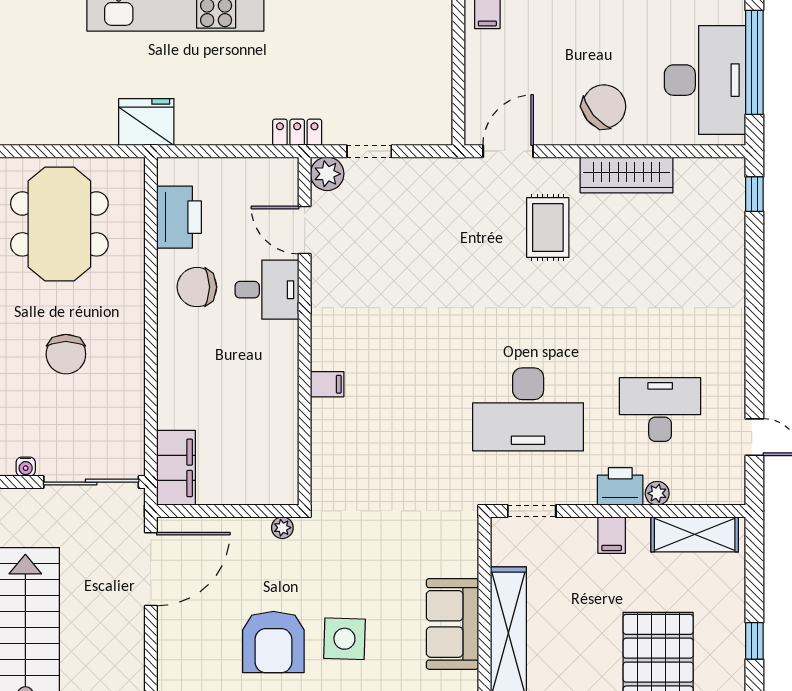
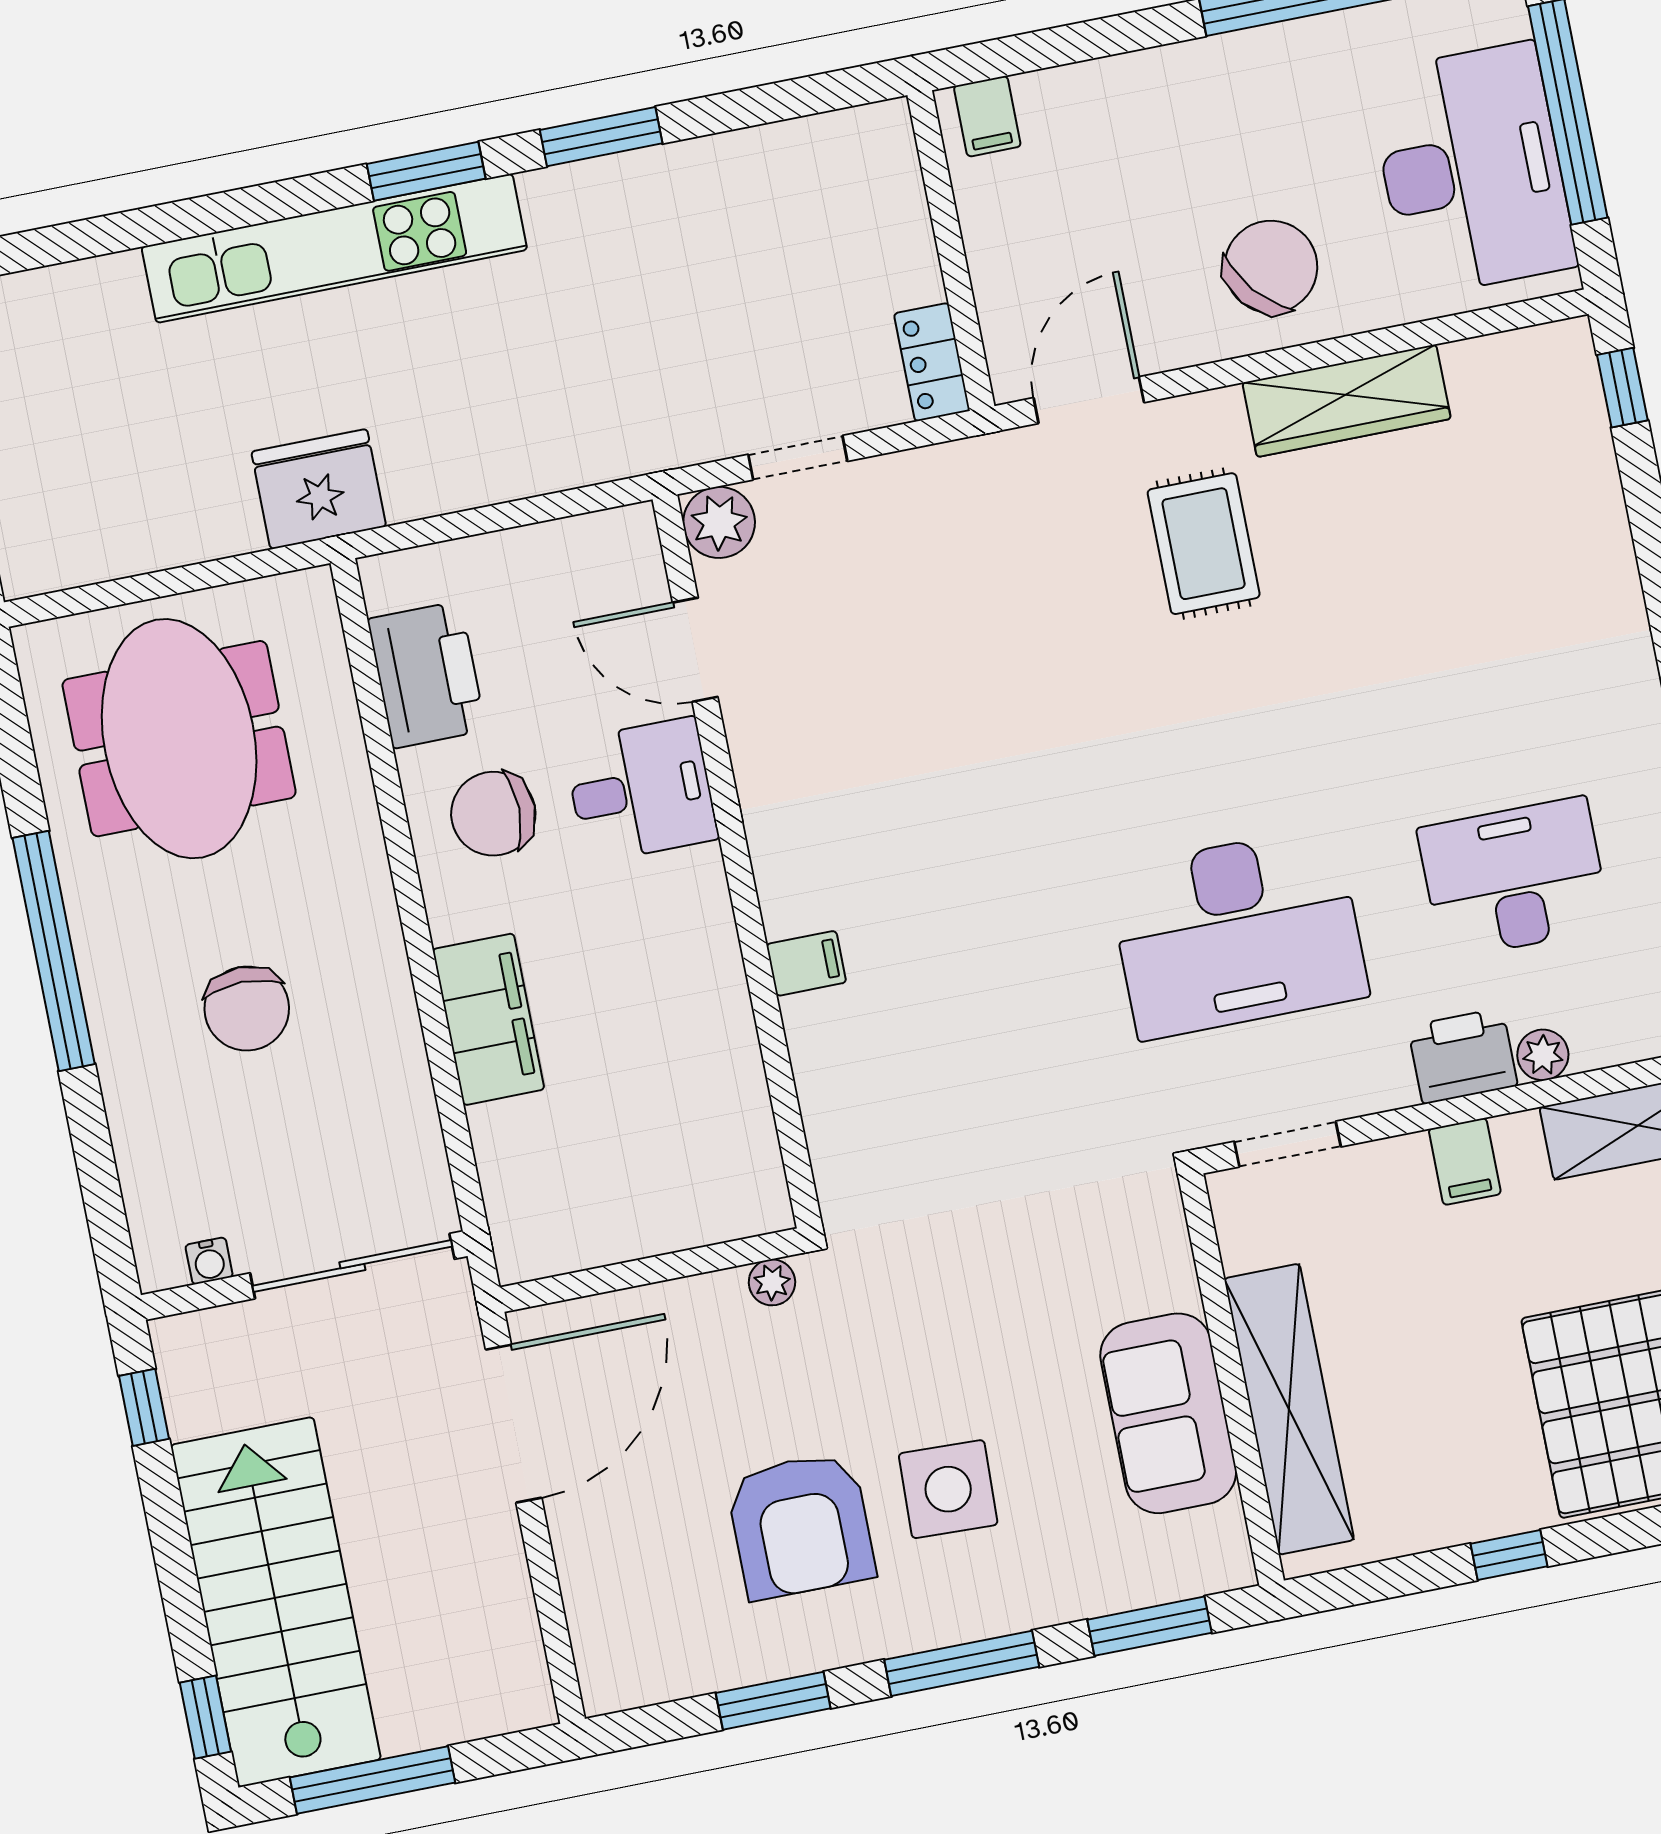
locker: (297, 132) -> (932, 362), moved, turned -90
filing cabinet: (176, 468) -> (488, 1019), moved

